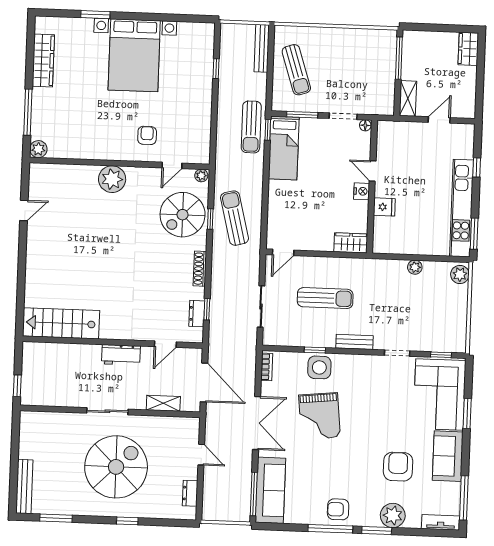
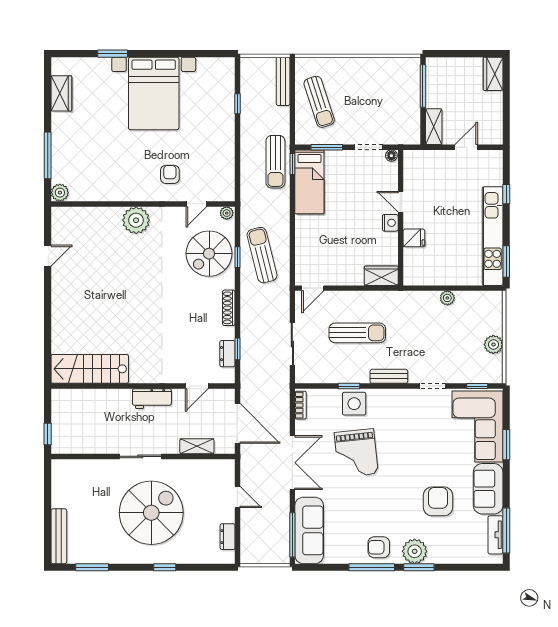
wardrobe: (43, 60) -> (61, 93), width x0.67
plant: (460, 274) -> (493, 344), moved
plant: (393, 515) -> (415, 551), moved
tv unit: (441, 522) -> (495, 535), moved, turned -90

